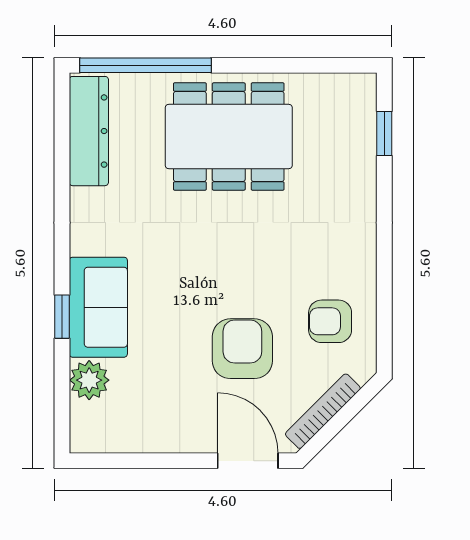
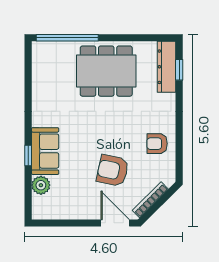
dresser: (89, 131) -> (167, 67), moved, turned 180
armchair: (330, 321) -> (157, 144), moved
armchair: (242, 349) -> (113, 170), turned -78

